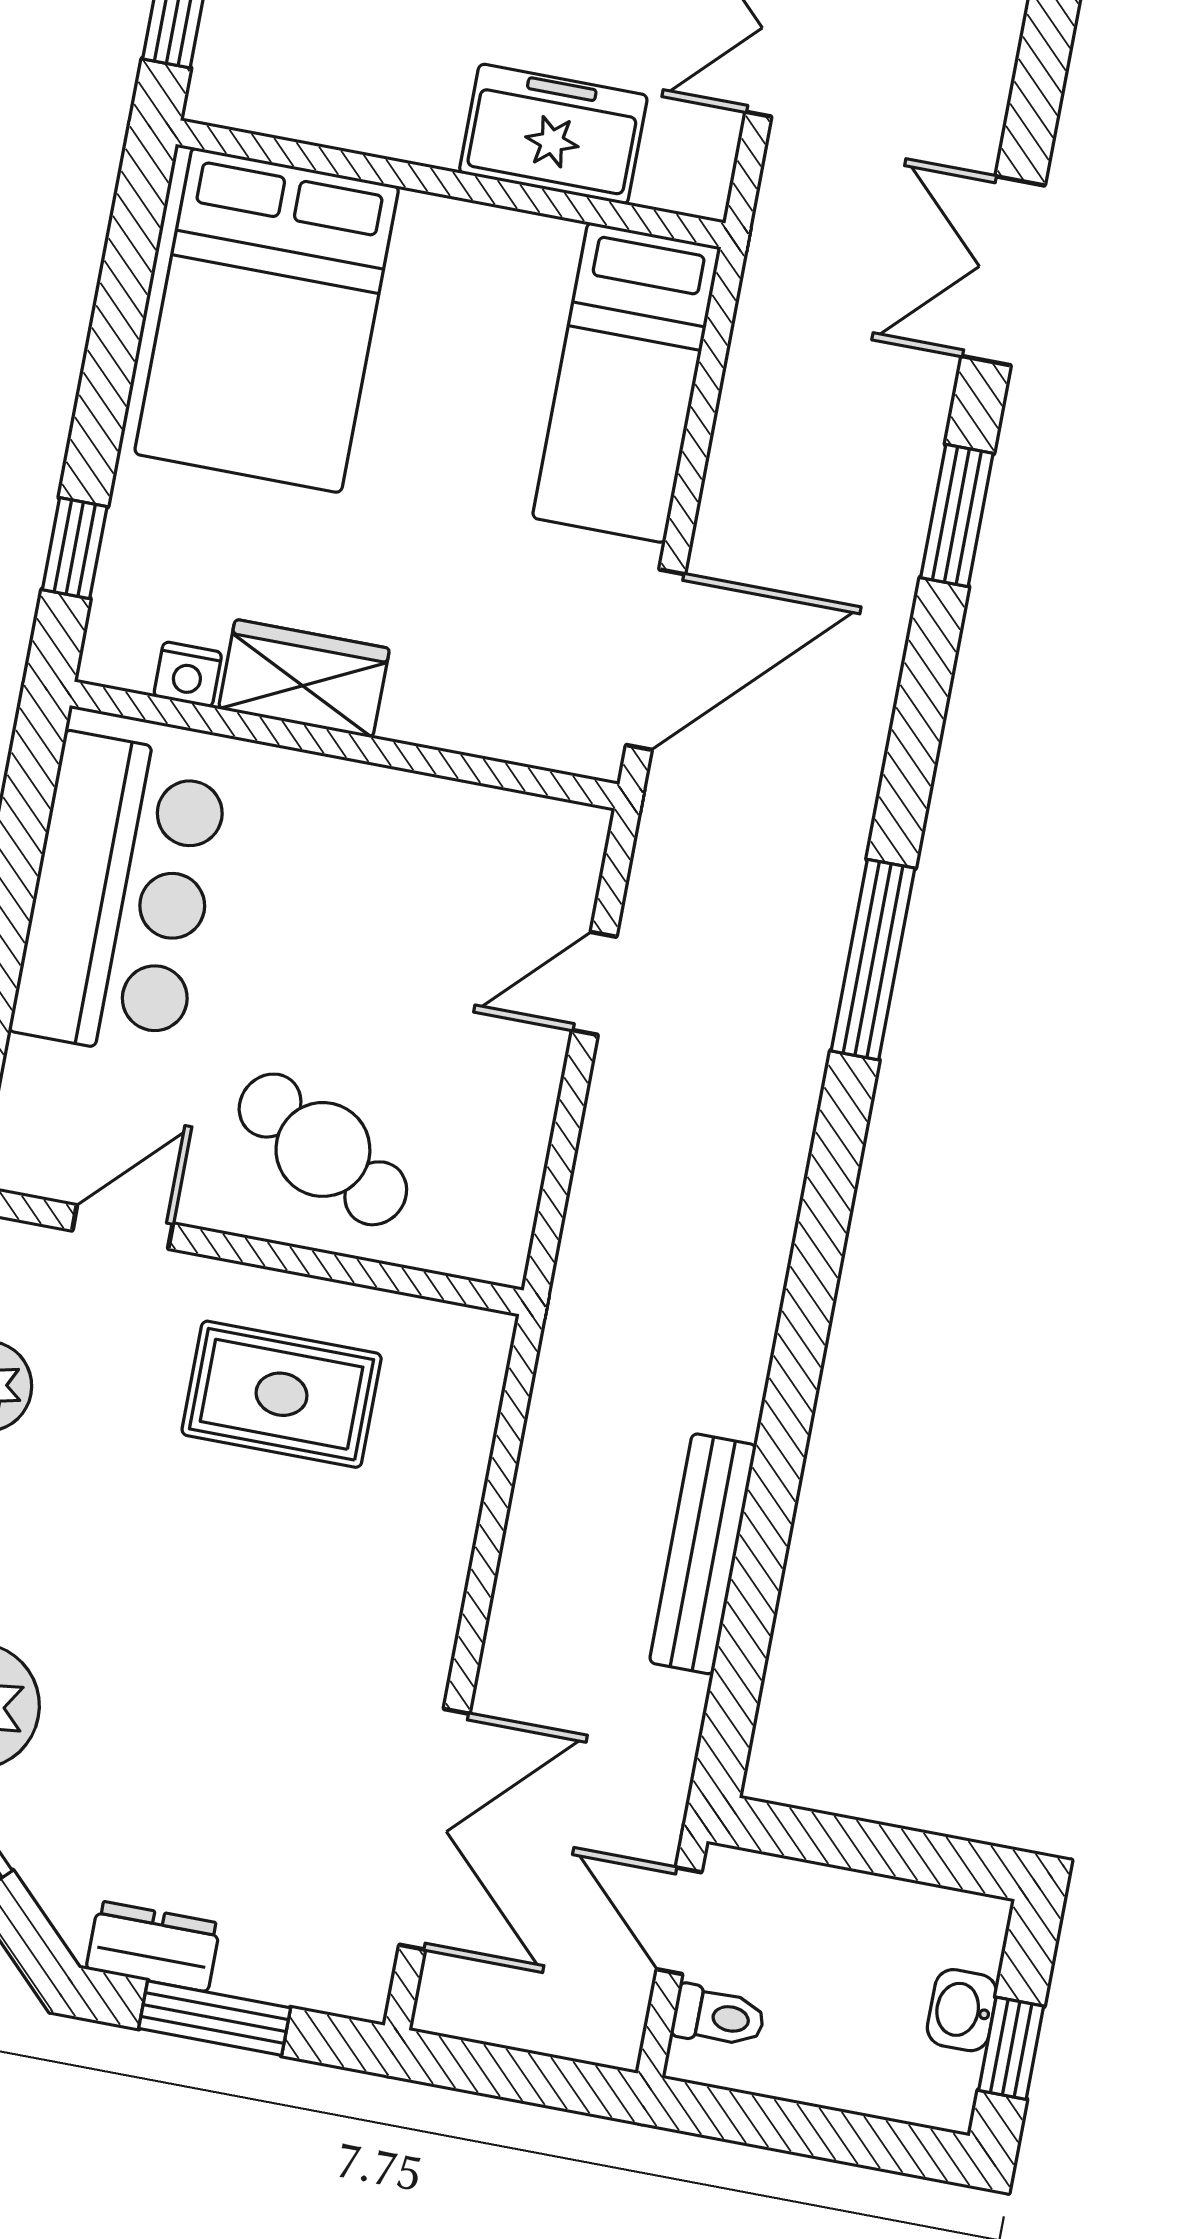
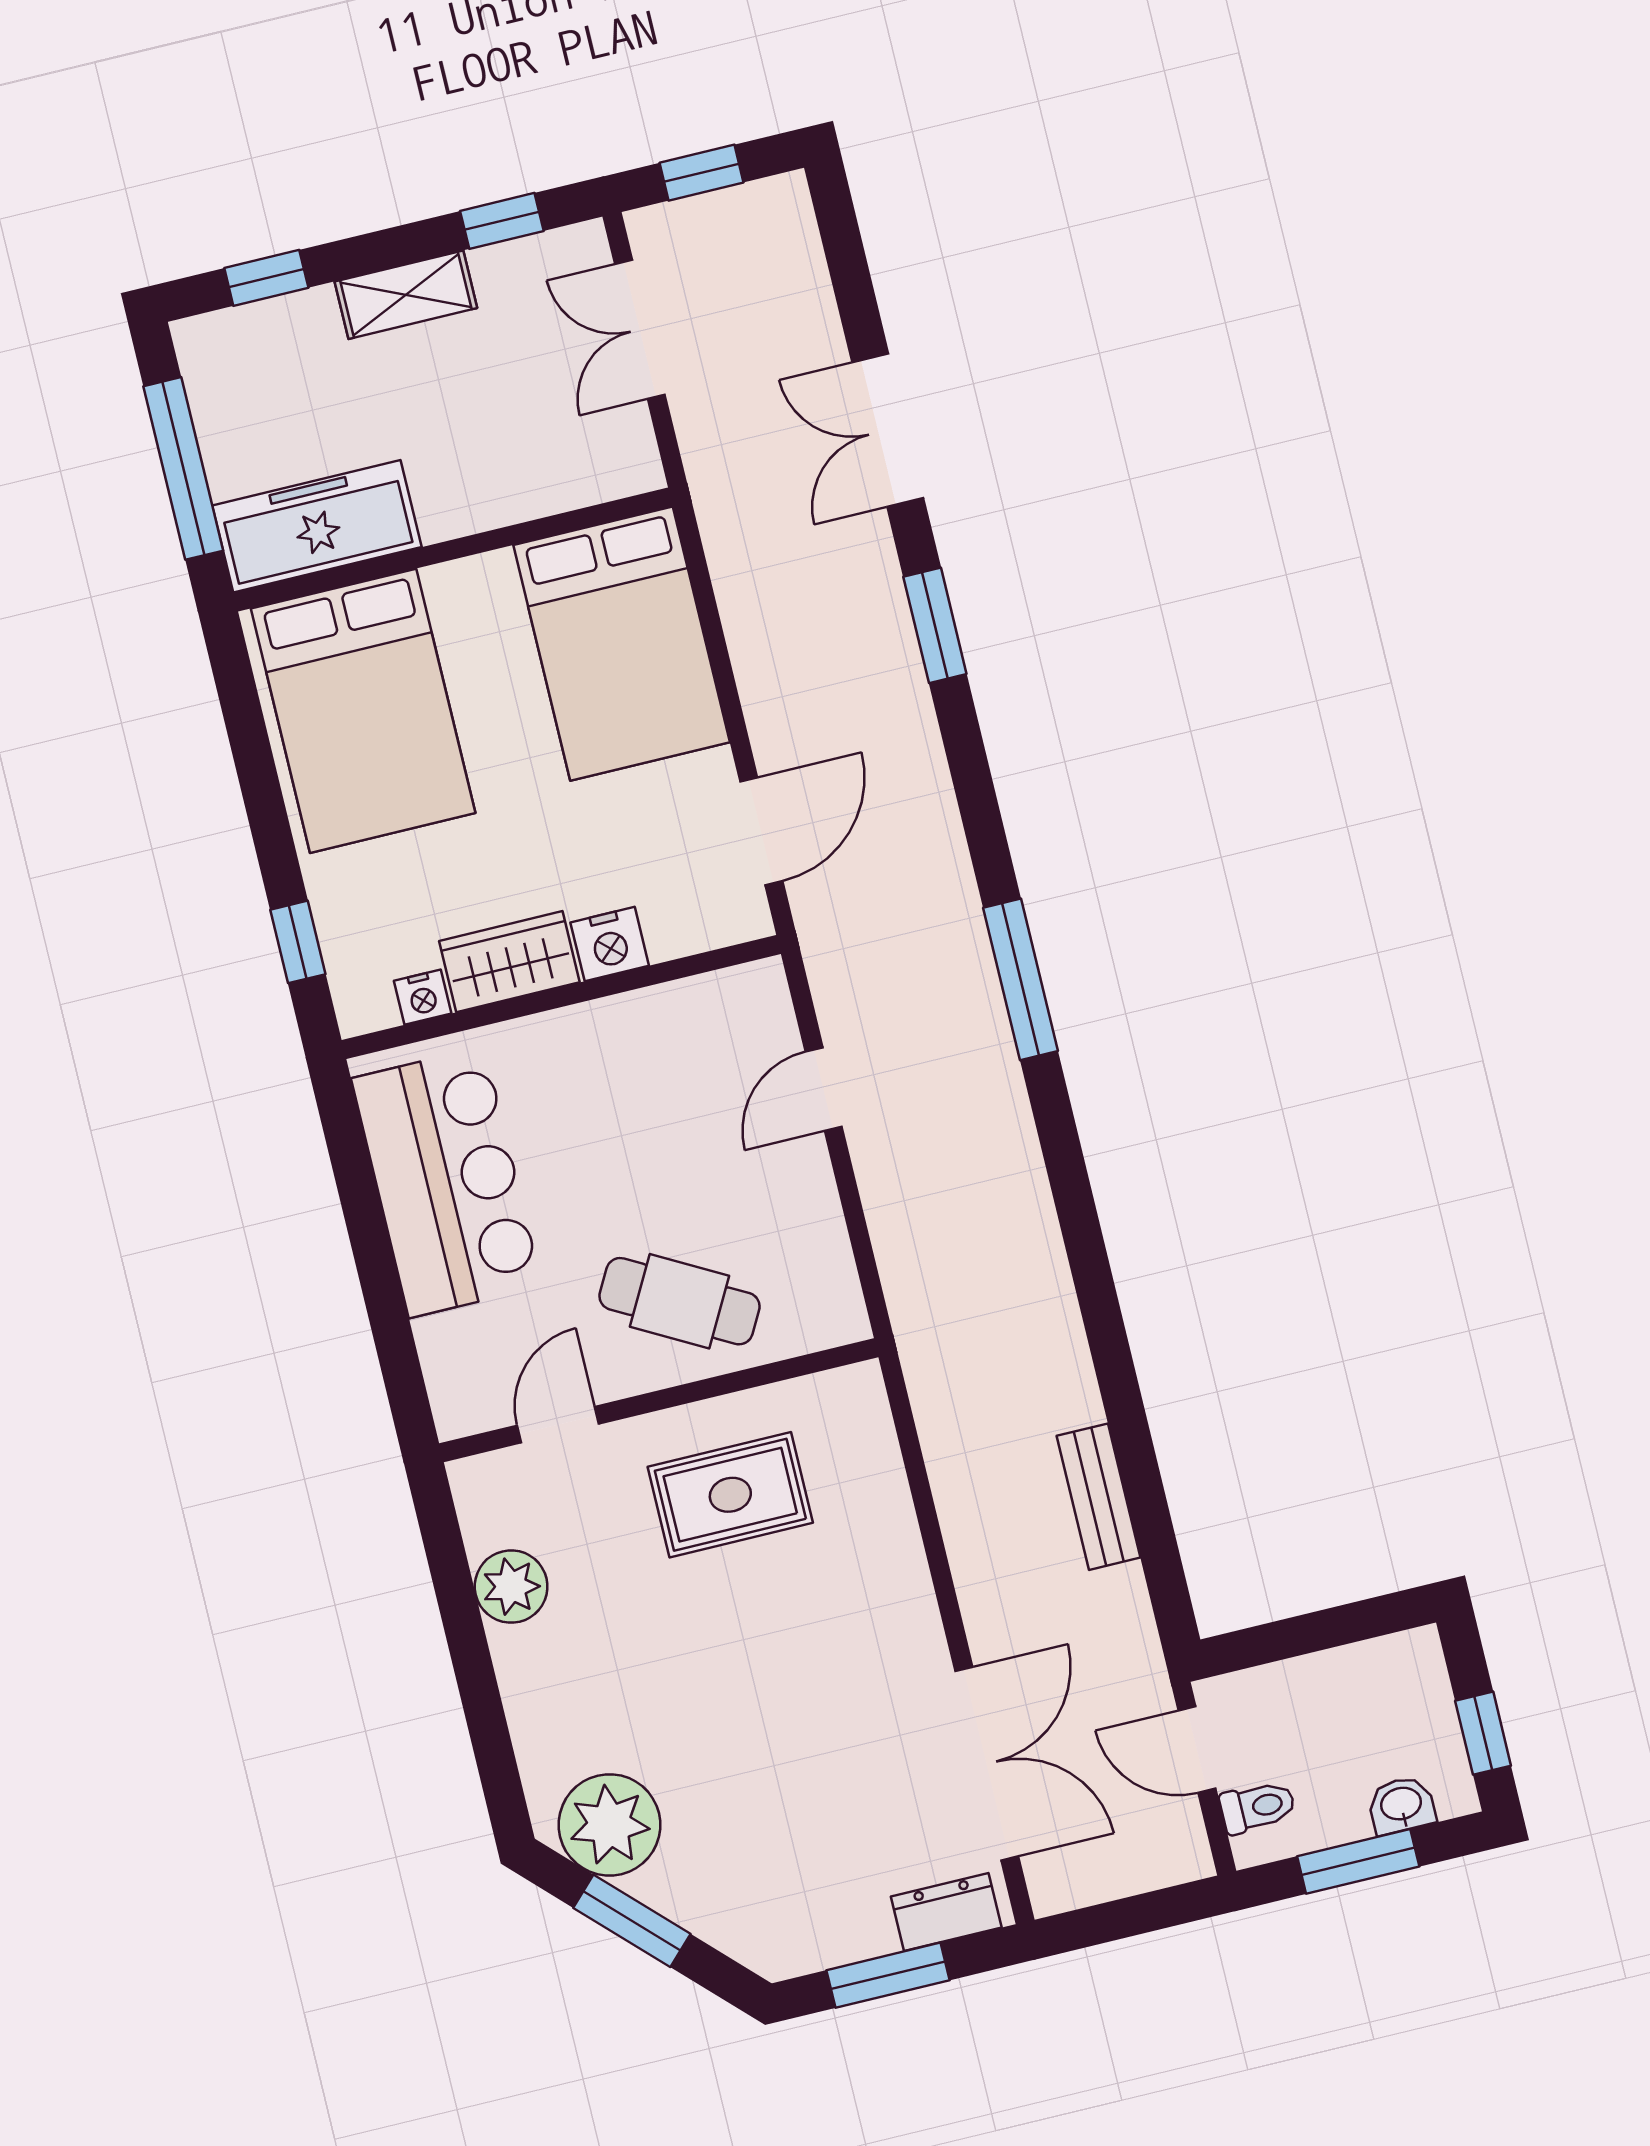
freezer: (553, 134) -> (317, 526), moved, width x1.40
bed: (626, 383) -> (622, 644), width x1.50
door: (655, 660) -> (761, 831), width x0.73
nightstand: (426, 710) -> (610, 944), added
bench: (703, 1554) -> (1099, 1497), width x0.73
dresser: (153, 1946) -> (946, 1912), moved
washbasin: (962, 2010) -> (1401, 1805), moved, turned 90
window: (804, 2130) -> (1358, 1861), added

